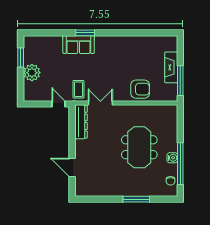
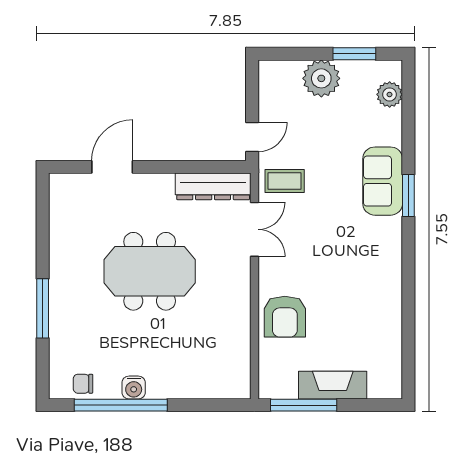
plant: (39, 42) -> (390, 94), added
meeting table: (139, 147) -> (150, 271), moved

